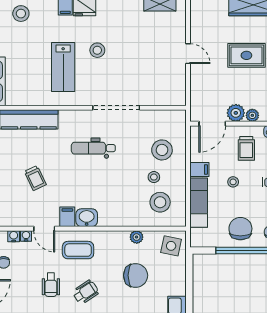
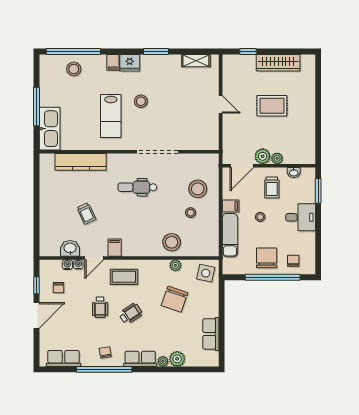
stool: (160, 202) -> (172, 242), moved
washbasin: (87, 218) -> (70, 248), moved
door: (44, 229) -> (94, 258), hinge flipped
chair: (136, 275) -> (175, 299), turned 109

